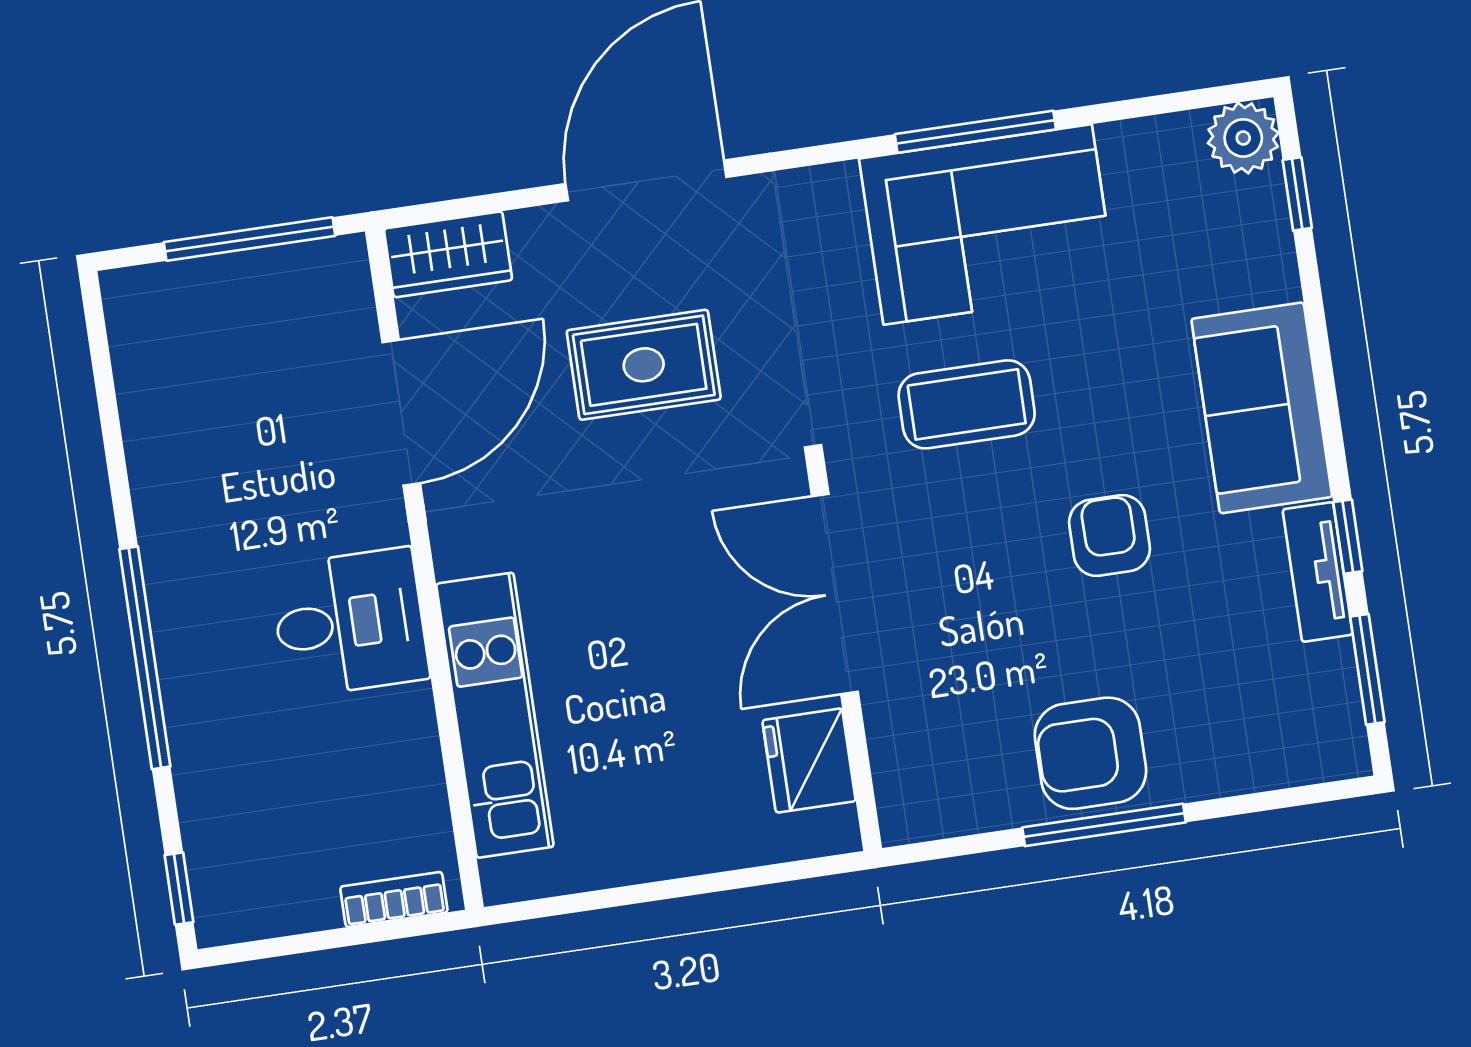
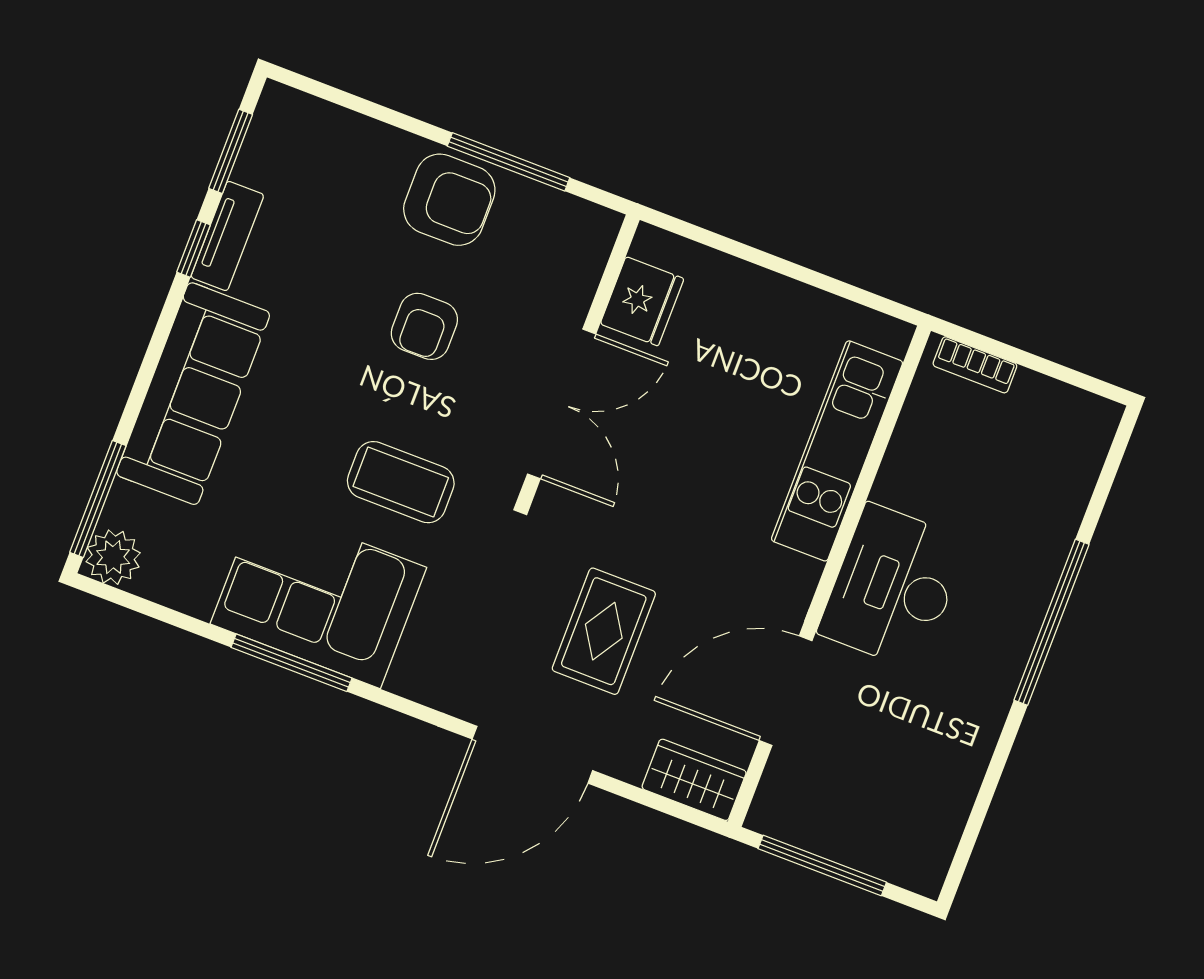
window: (1297, 194) -> (98, 499), width x2.17
rug: (644, 365) -> (604, 631), turned 90
sofa: (1262, 408) -> (193, 394), width x1.36
armchair: (1109, 536) -> (424, 326), moved
desk: (350, 622) -> (893, 587), width x1.37
window: (1104, 825) -> (509, 162), moved
window: (179, 889) -> (1116, 454), removed

